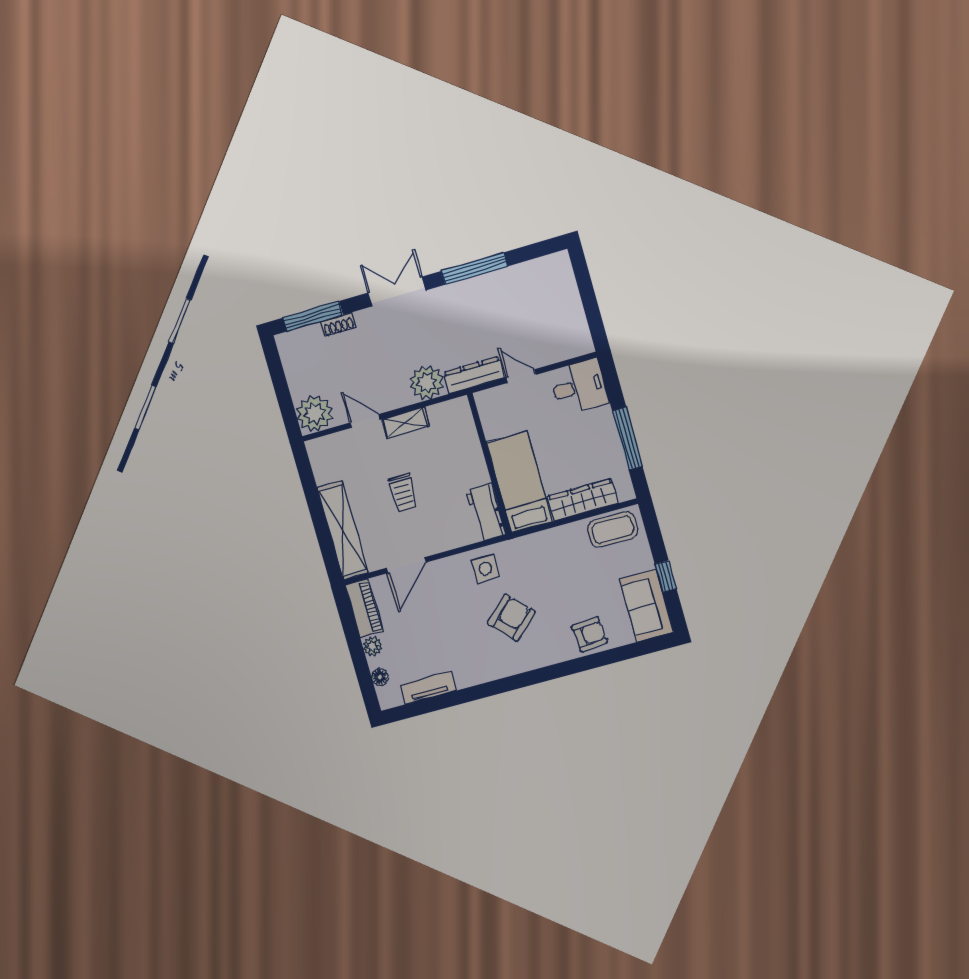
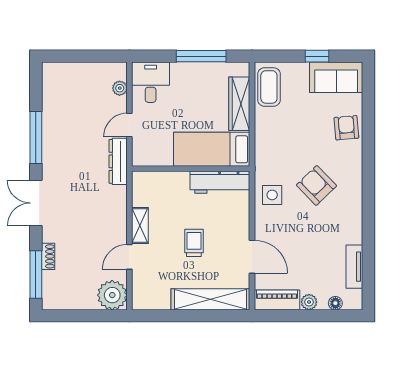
plant: (426, 383) -> (120, 88), moved, width x0.53, depth x0.53
trolley: (403, 492) -> (194, 243), turned -90
workbench: (486, 513) -> (220, 182), width x1.38

